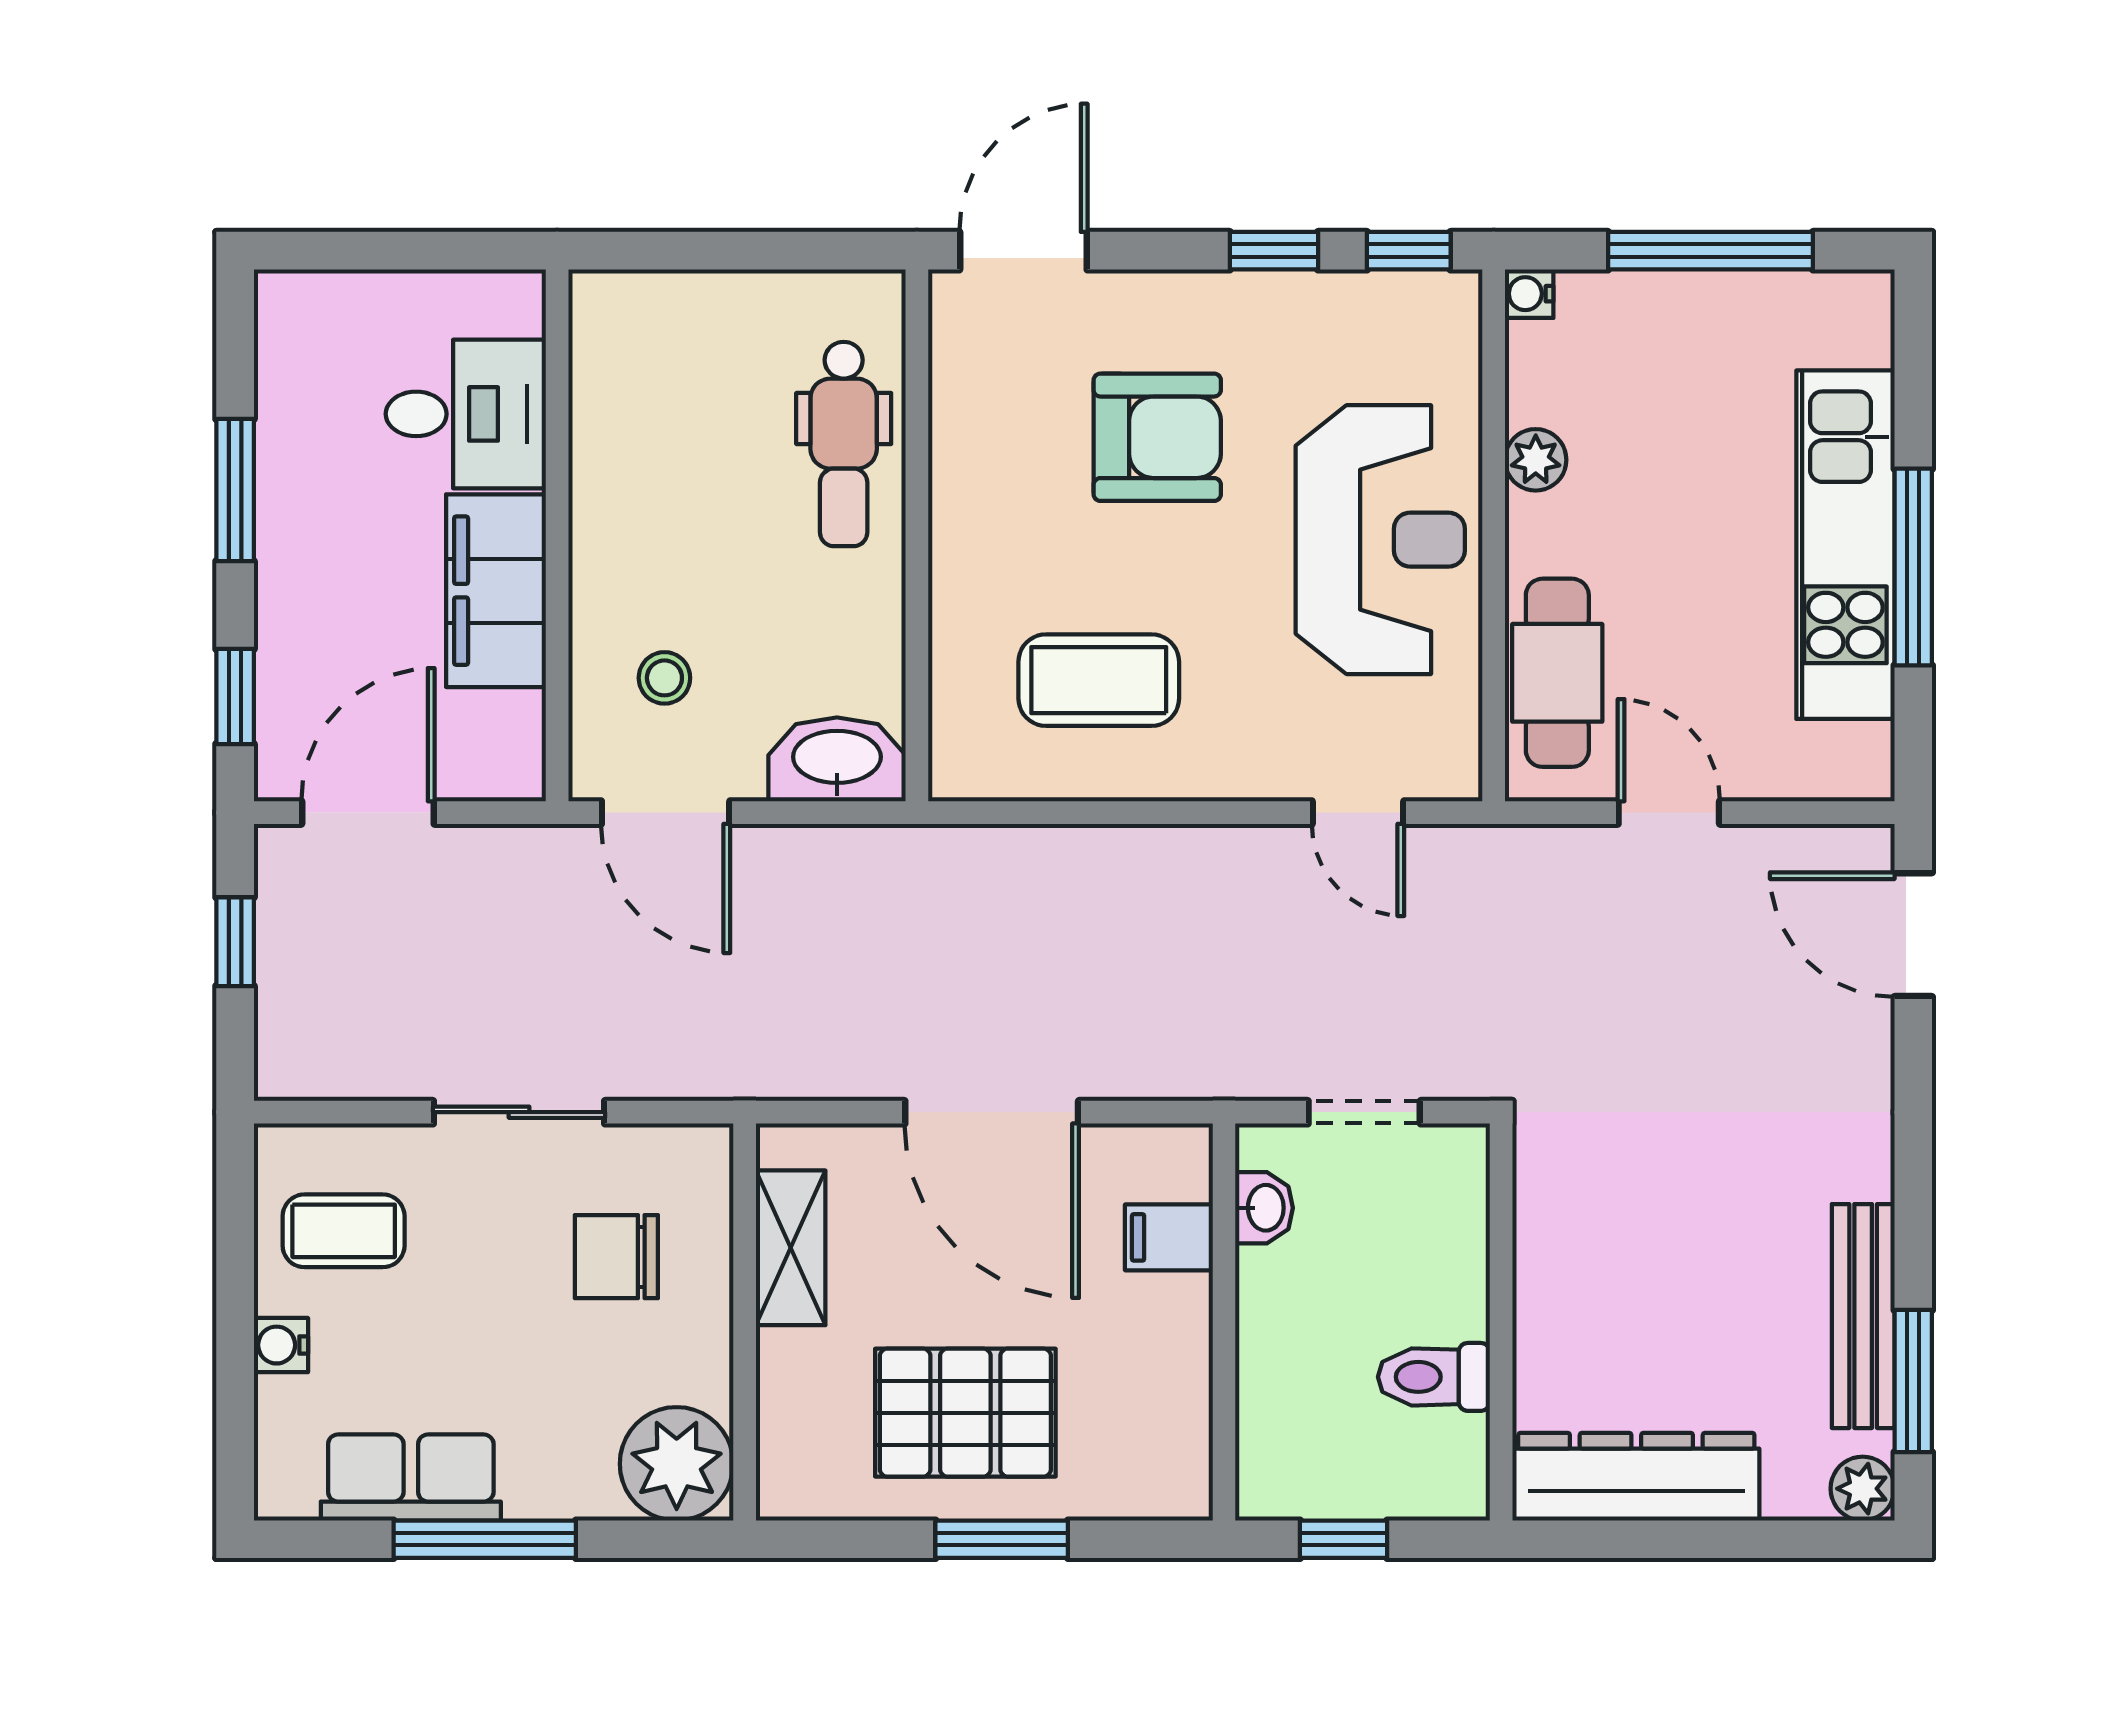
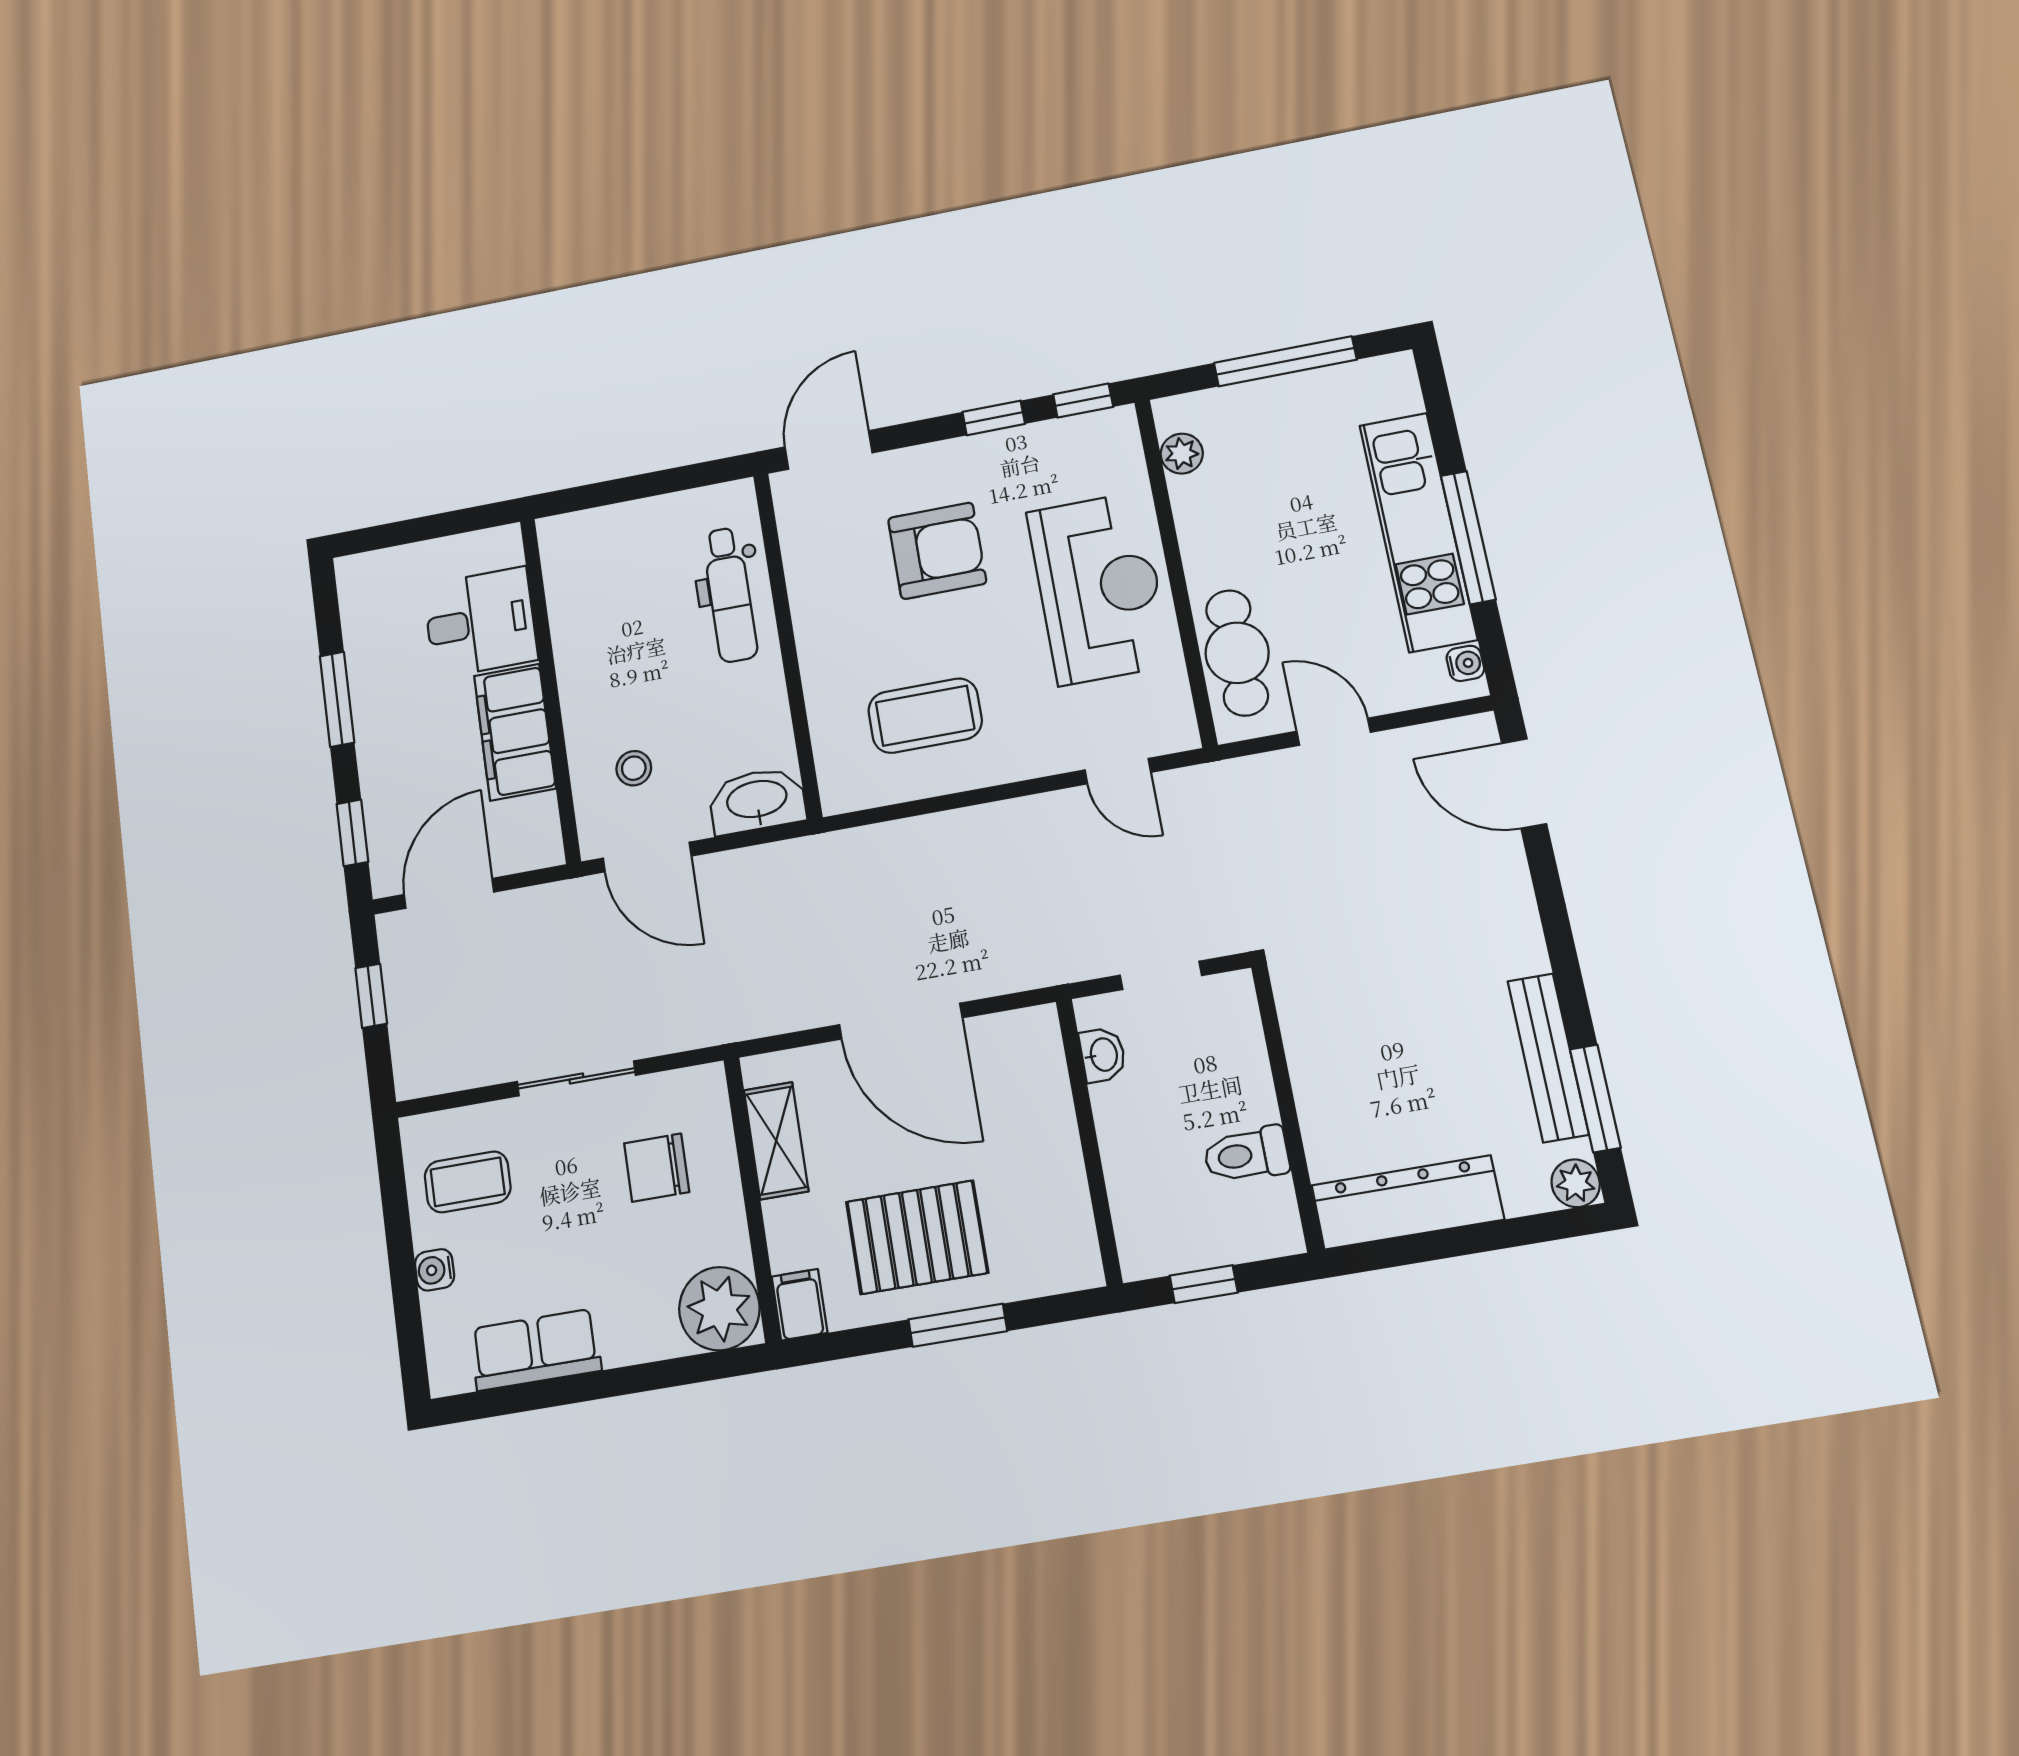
water cooler: (1529, 294) -> (1465, 663), moved, turned 180
plant: (1536, 460) -> (1182, 454), moved
filing cabinet: (1169, 1237) -> (799, 1305), moved, turned 90
window: (485, 1539) -> (593, 1386), removed

